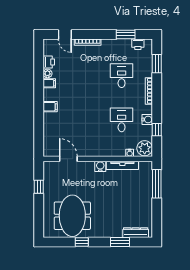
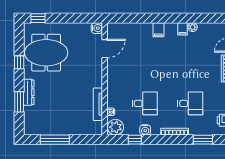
printer: (49, 62) -> (204, 28), removed
water cooler: (100, 166) -> (97, 28), moved
window: (157, 184) -> (55, 140), moved
window: (39, 187) -> (38, 18), moved
dresser: (136, 233) -> (29, 92), moved

